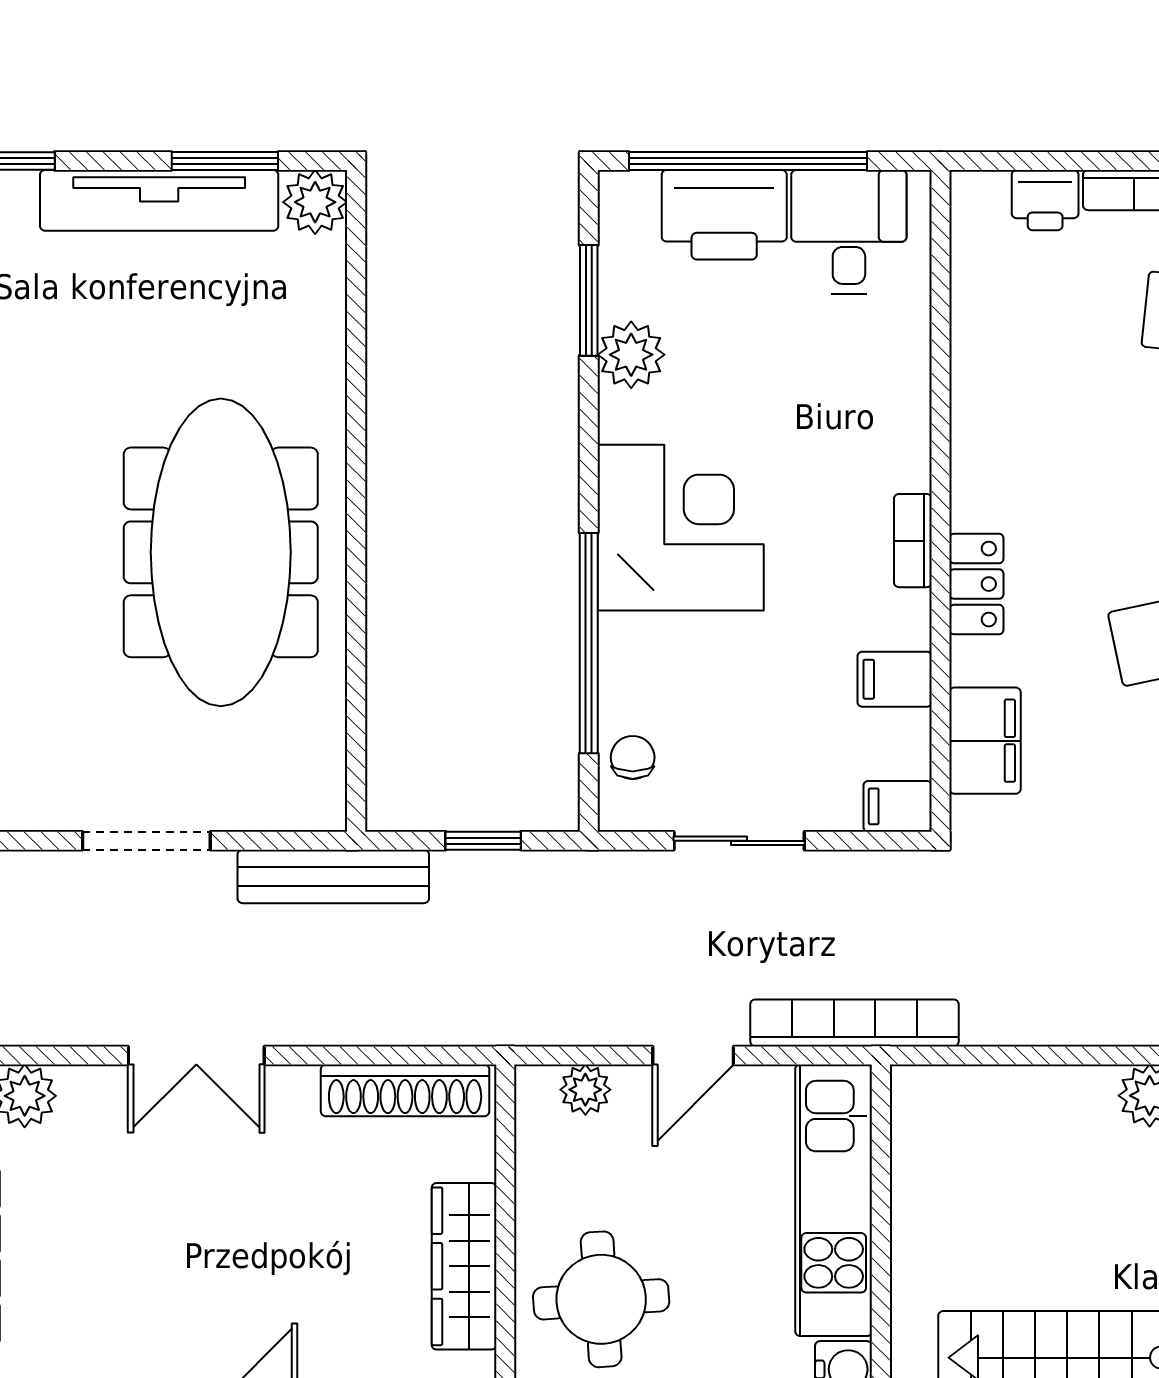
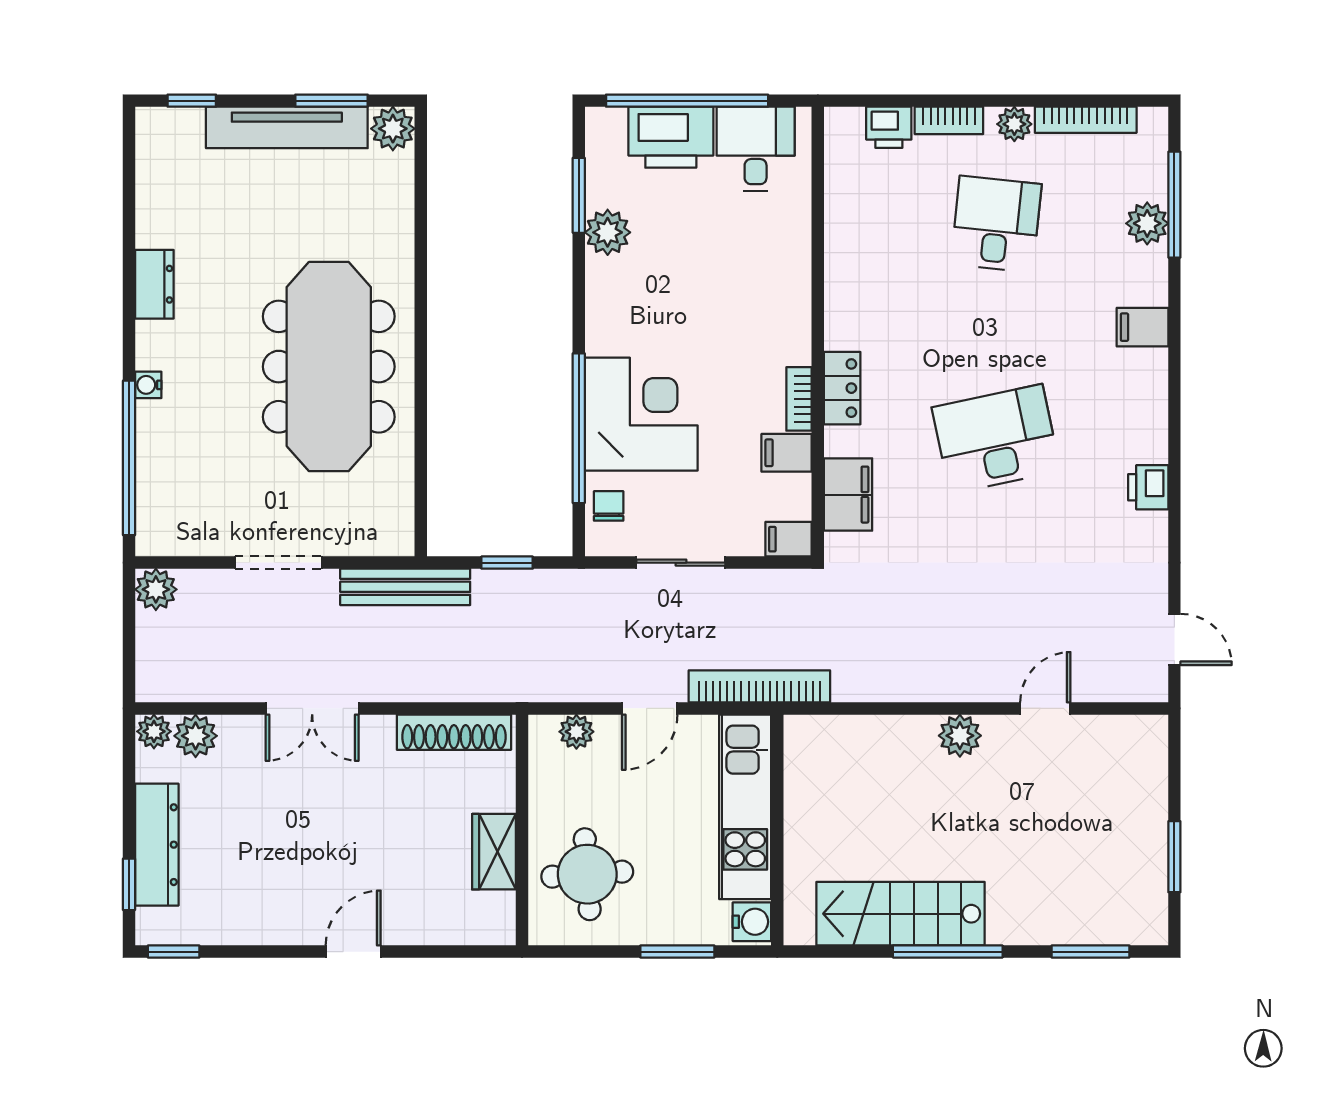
corner desk: (681, 528) -> (641, 414), moved
bookcase: (913, 541) -> (799, 399), moved
wardrobe: (464, 1266) -> (494, 852), width x0.67

